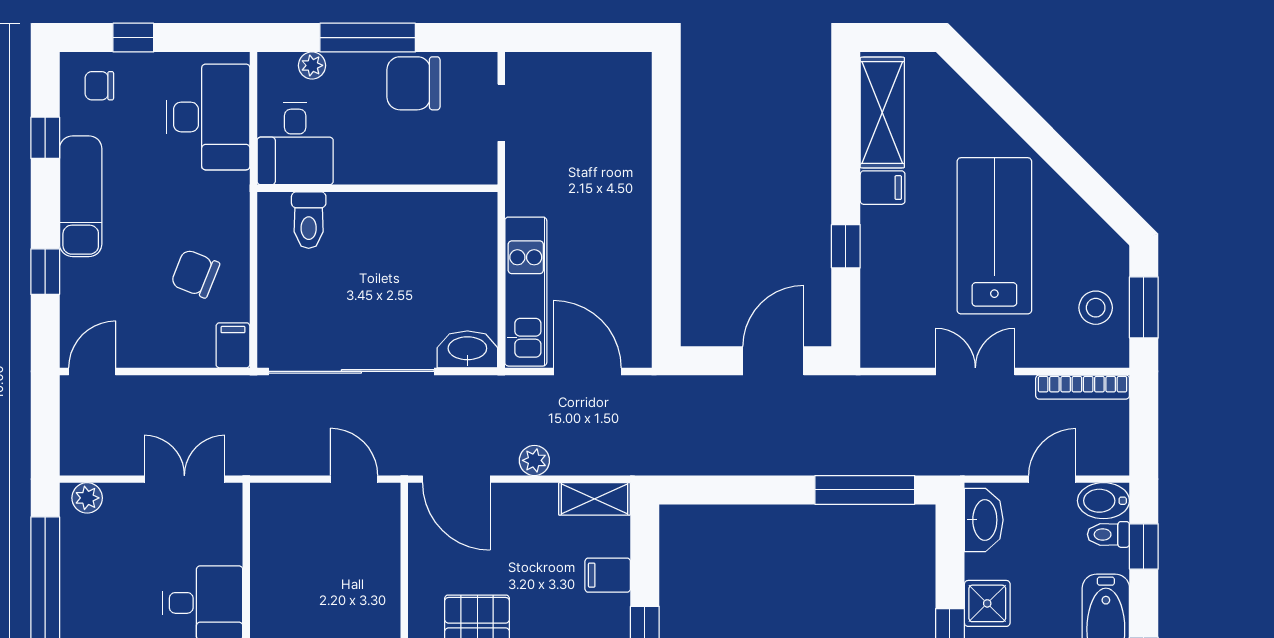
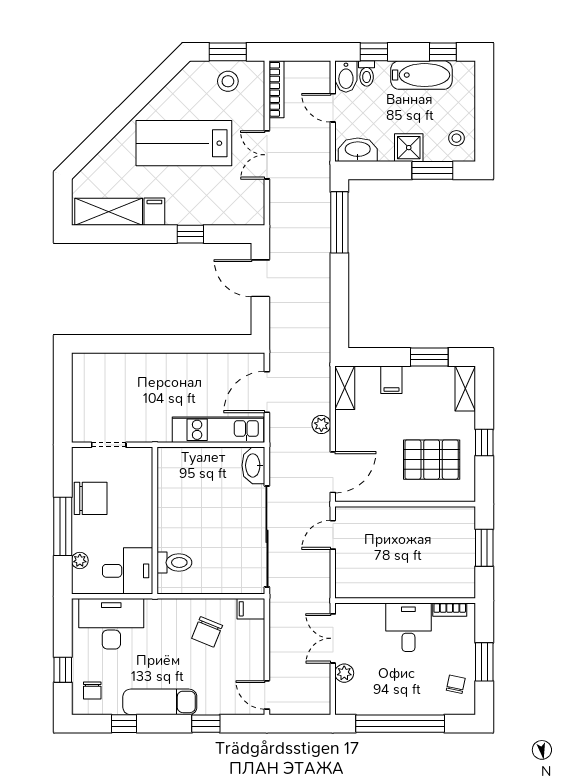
chair: (413, 83) -> (91, 498), turned -90
plant: (87, 498) -> (344, 673), moved

